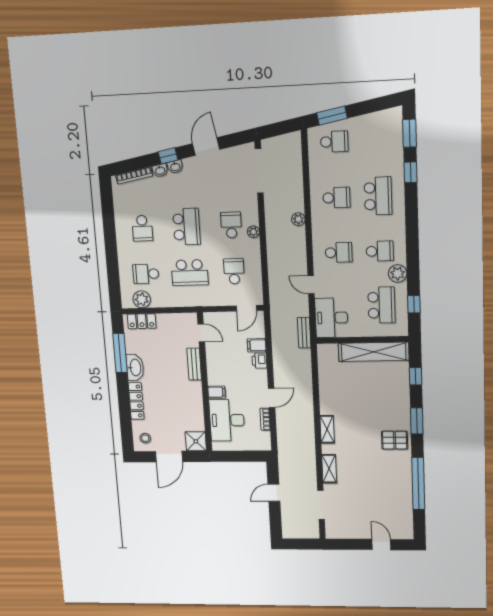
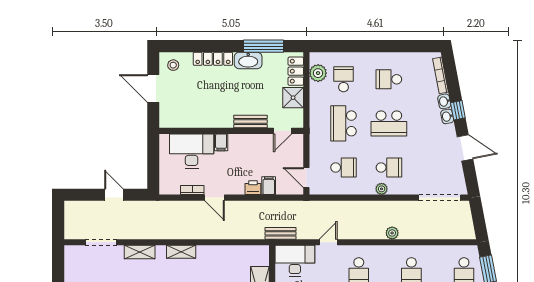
shower: (196, 441) -> (293, 98), moved

